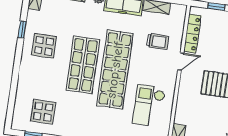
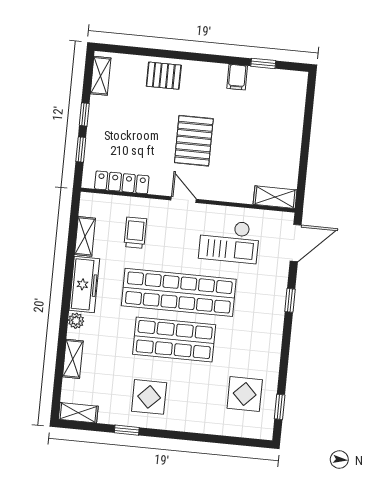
door: (181, 62) -> (184, 200), moved

